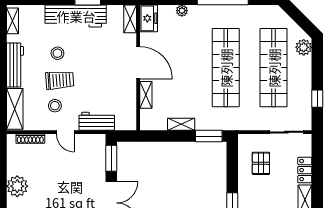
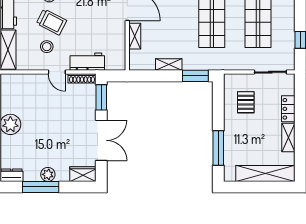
trolley: (60, 80) -> (51, 22), turned 31
shoe rack: (30, 139) -> (82, 78), moved

